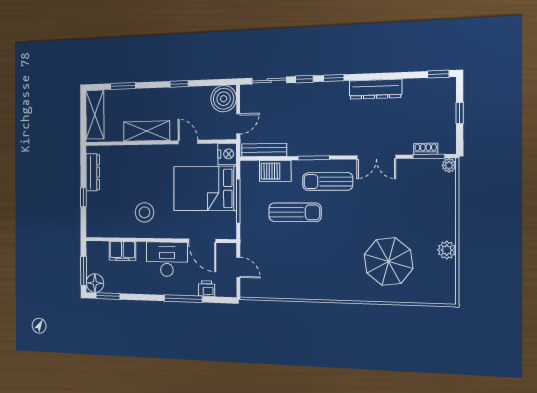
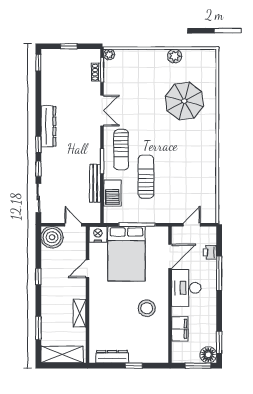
dresser: (375, 89) -> (48, 126), moved
shelving: (147, 131) -> (80, 313), width x0.67, depth x0.75
bench: (264, 150) -> (95, 183), moved

